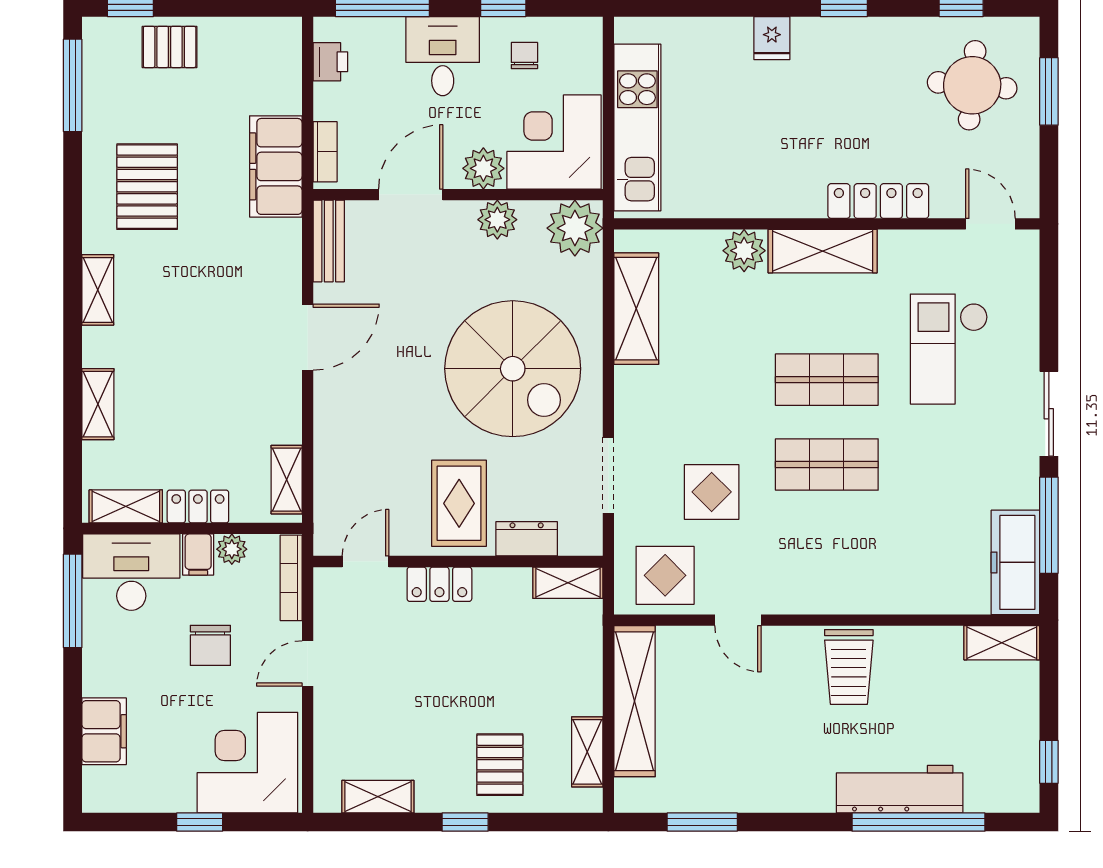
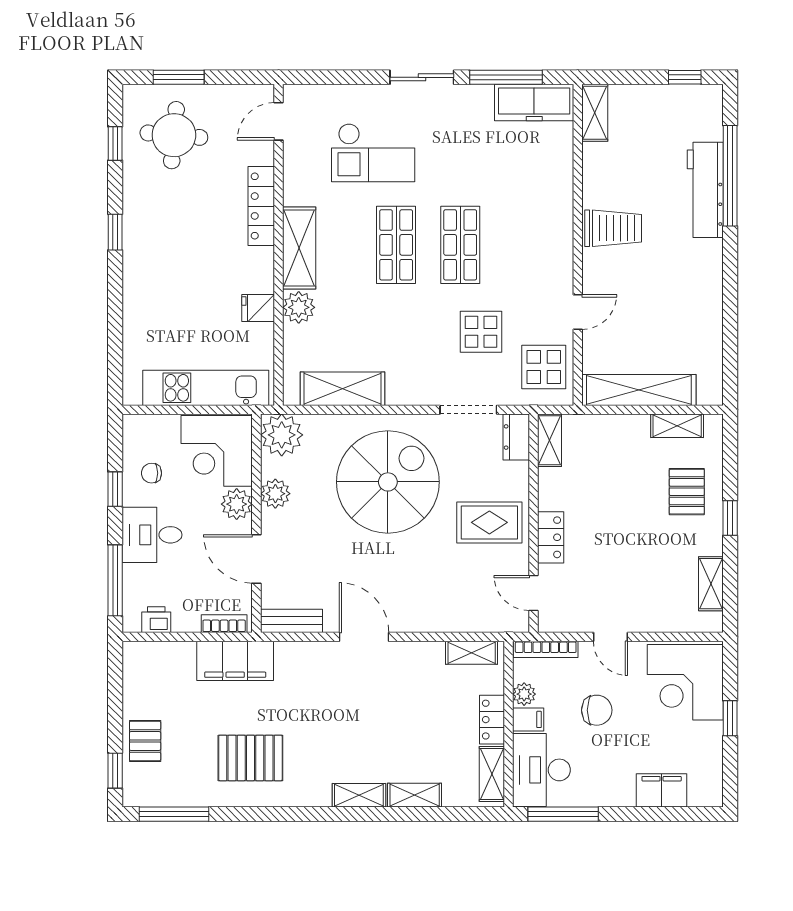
fridge: (772, 38) -> (258, 308), moved, turned 180
shelving: (98, 290) -> (359, 795), moved
dresser: (527, 539) -> (516, 437), moved
pallet: (500, 765) -> (687, 492), turned 90
window: (702, 822) -> (730, 339), removed

